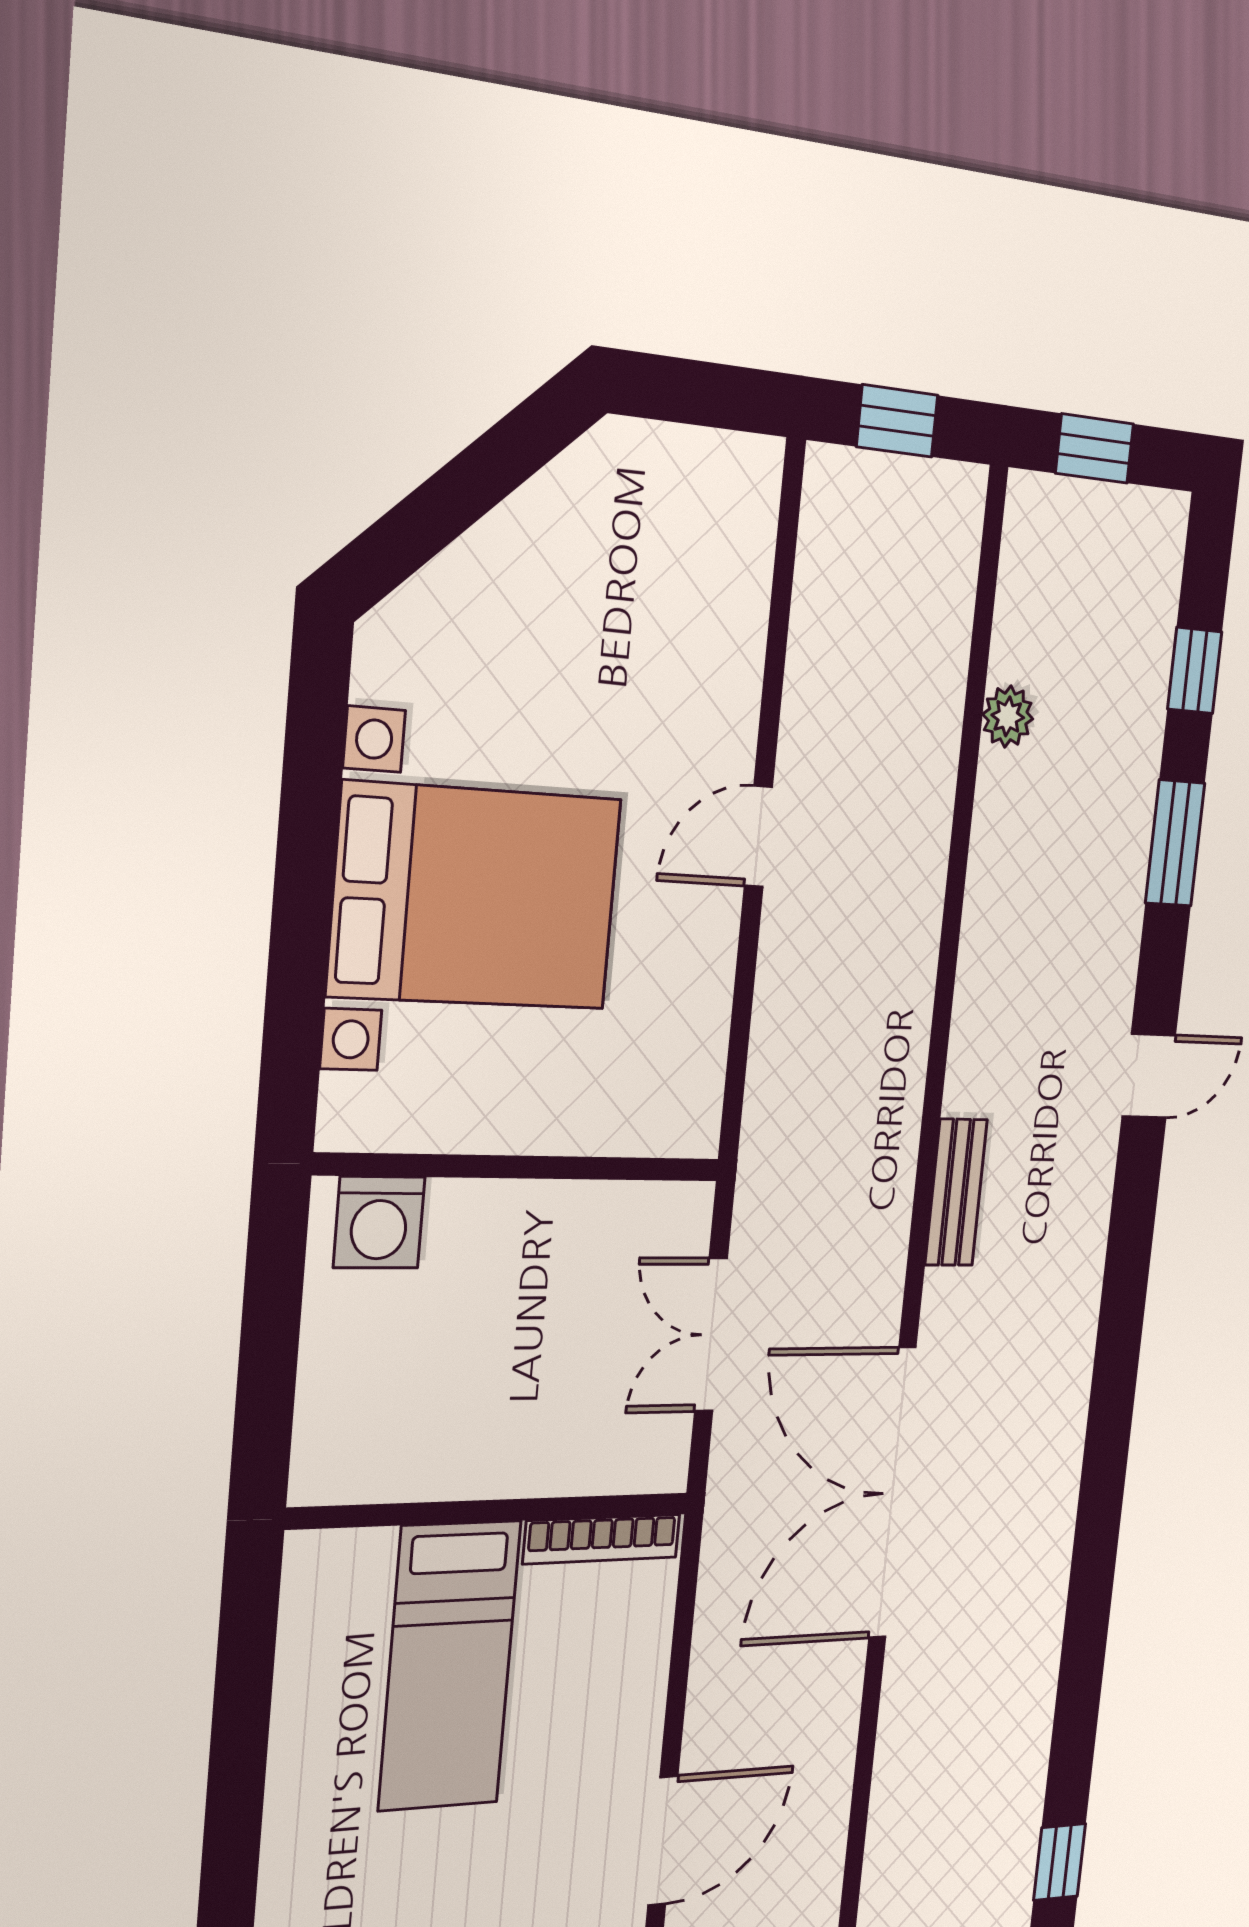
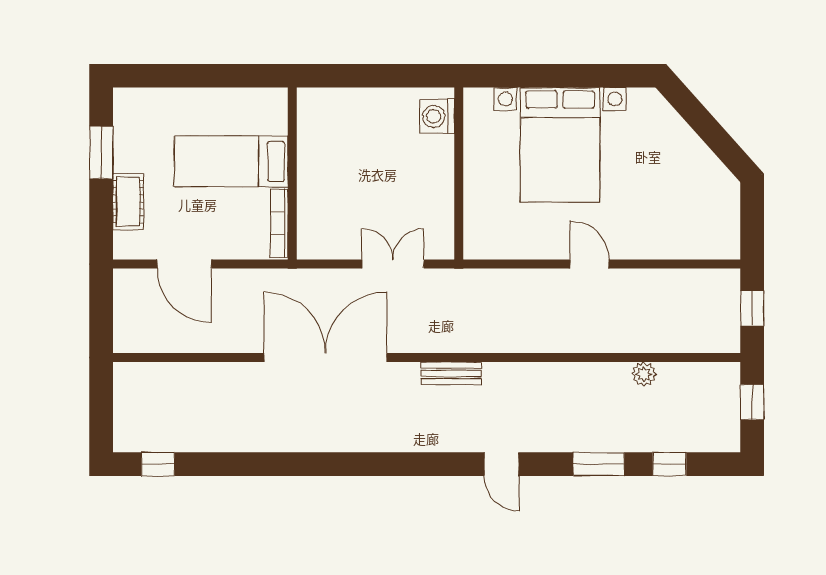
wall: (491, 1511) -> (292, 174), moved
bookcase: (602, 1539) -> (279, 223), moved
bed: (450, 1666) -> (231, 161), moved

